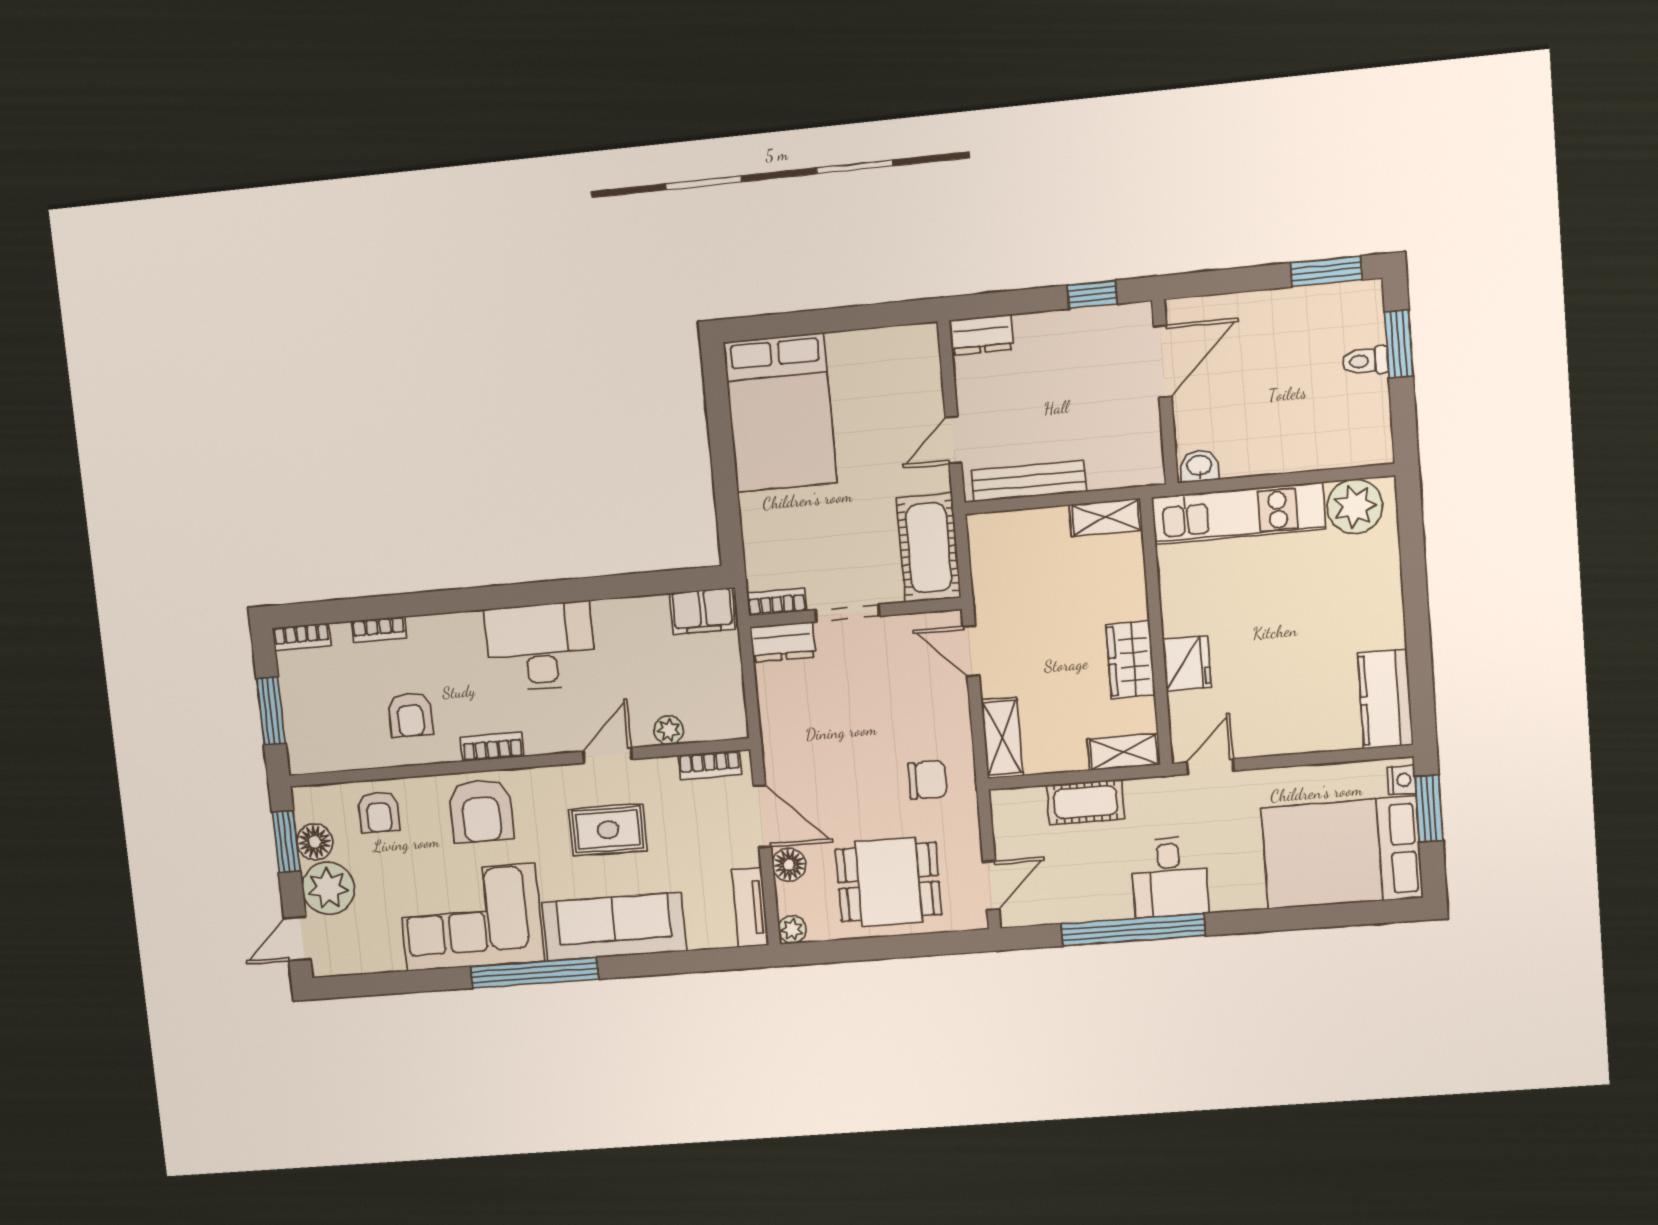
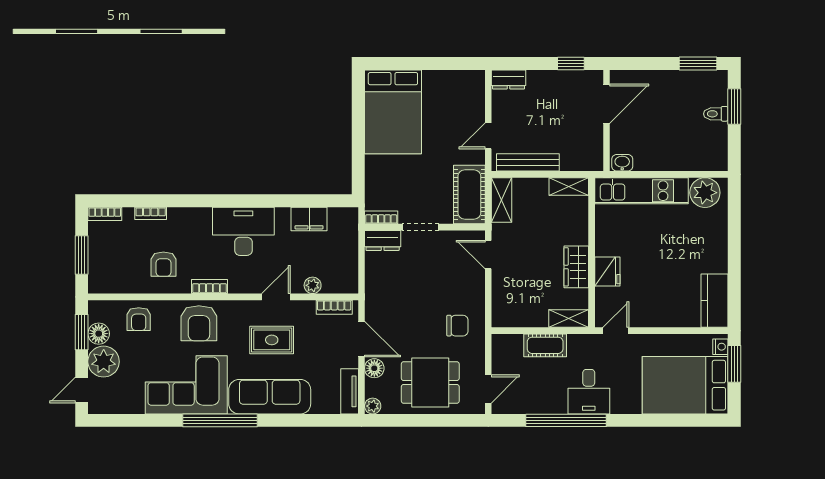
filing cabinet: (702, 611) -> (309, 219), moved
shelving: (1002, 738) -> (501, 200), moved

